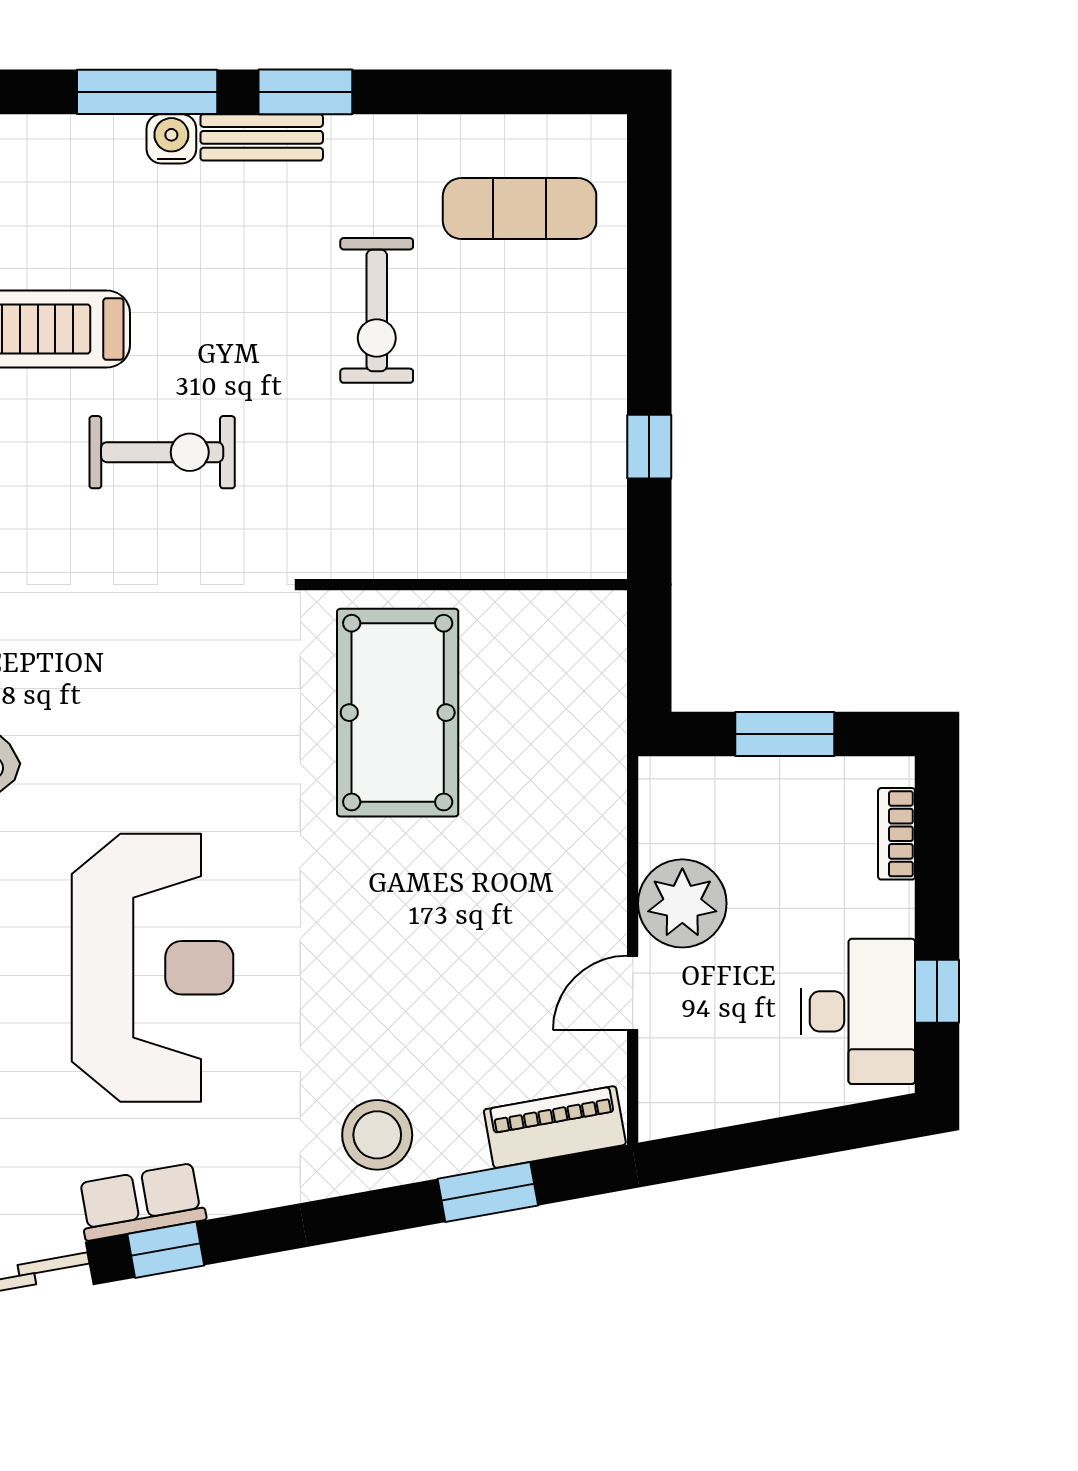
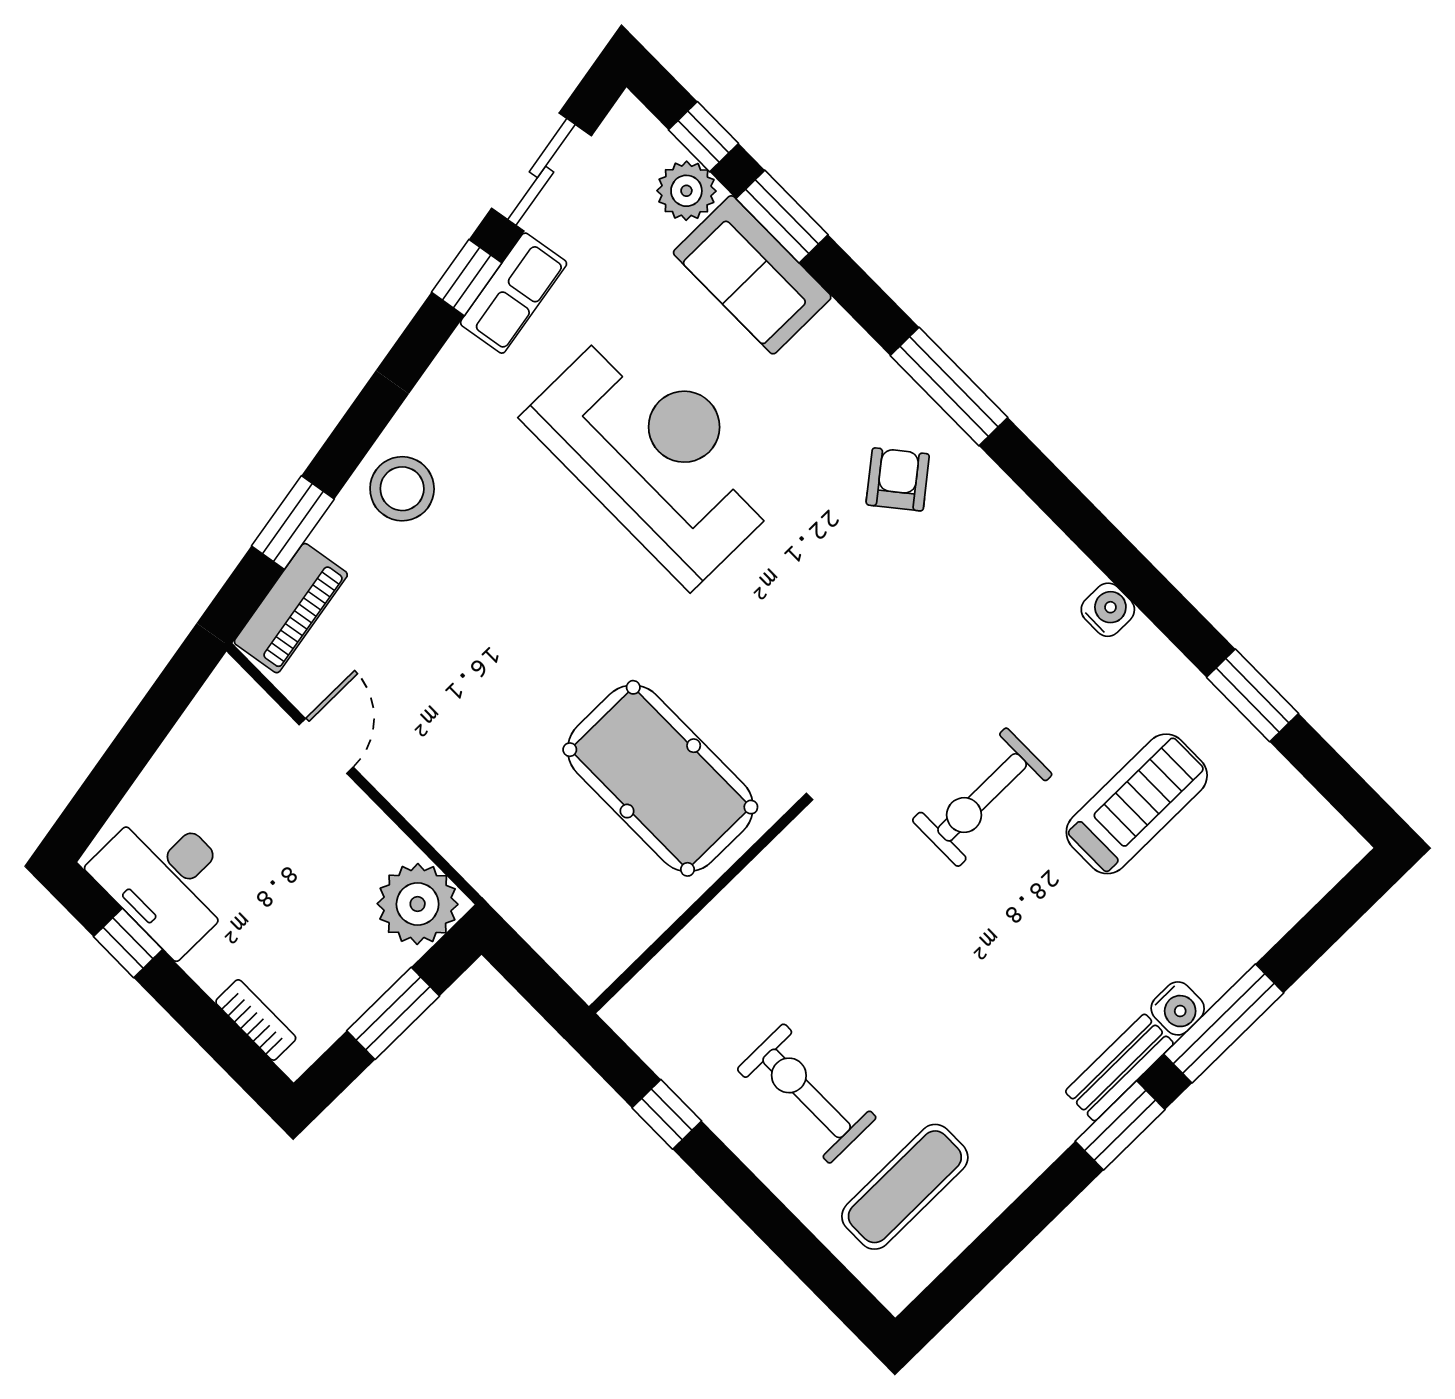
exercise bike: (377, 310) -> (807, 1093), moved
plant: (682, 903) -> (418, 904), moved
reception desk: (153, 968) -> (657, 454), turned 180

